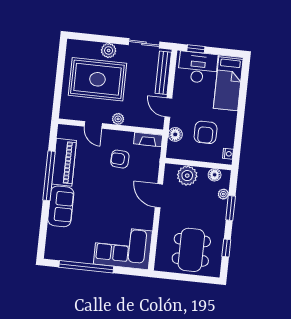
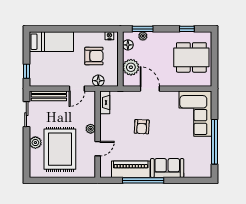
desk: (198, 67) -> (41, 68), removed
armchair: (120, 159) -> (142, 127), moved
door: (159, 196) -> (150, 89), swing flipped
window: (231, 208) -> (143, 29), moved

